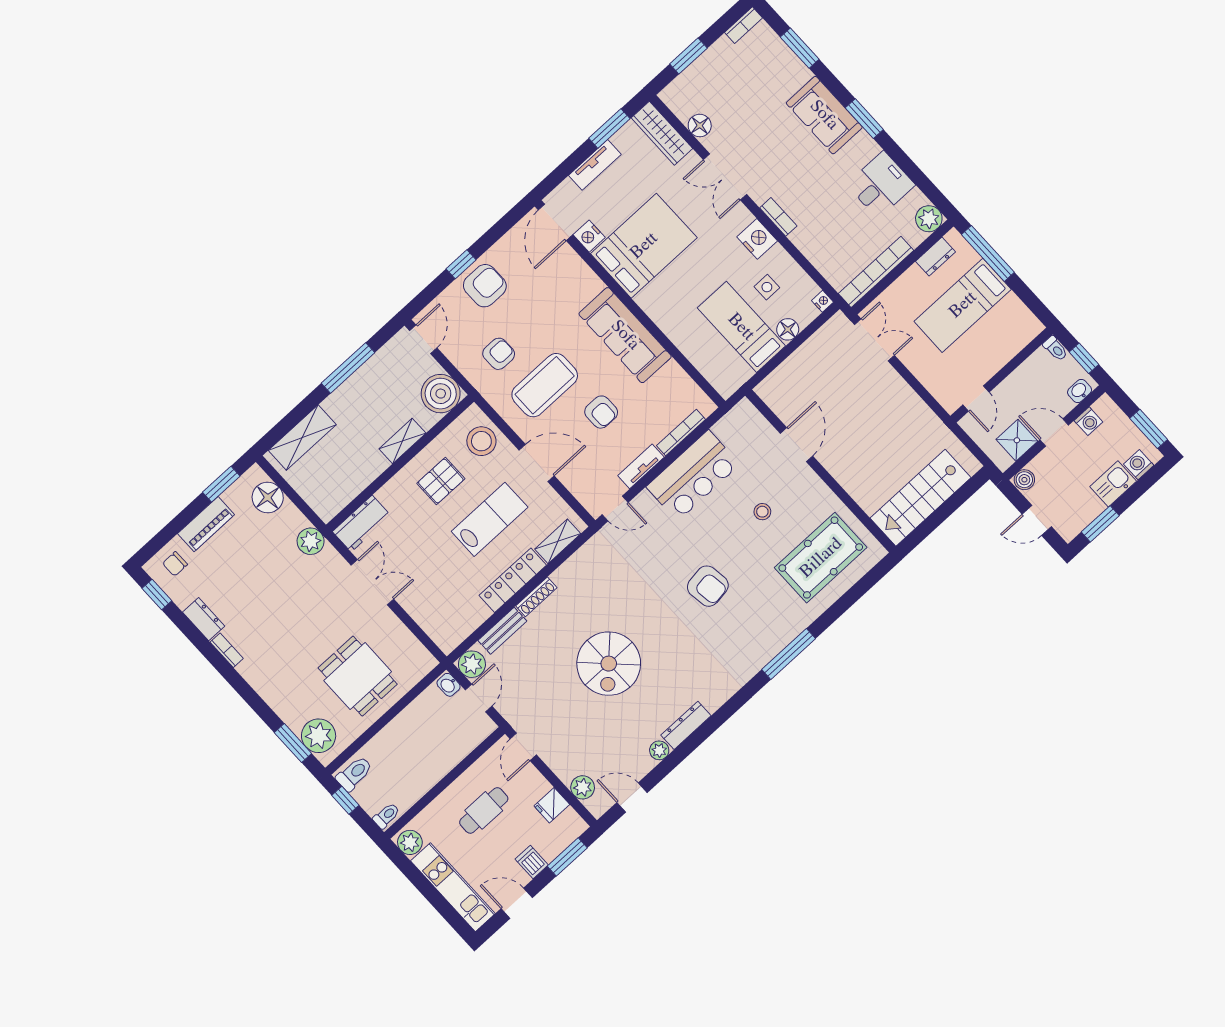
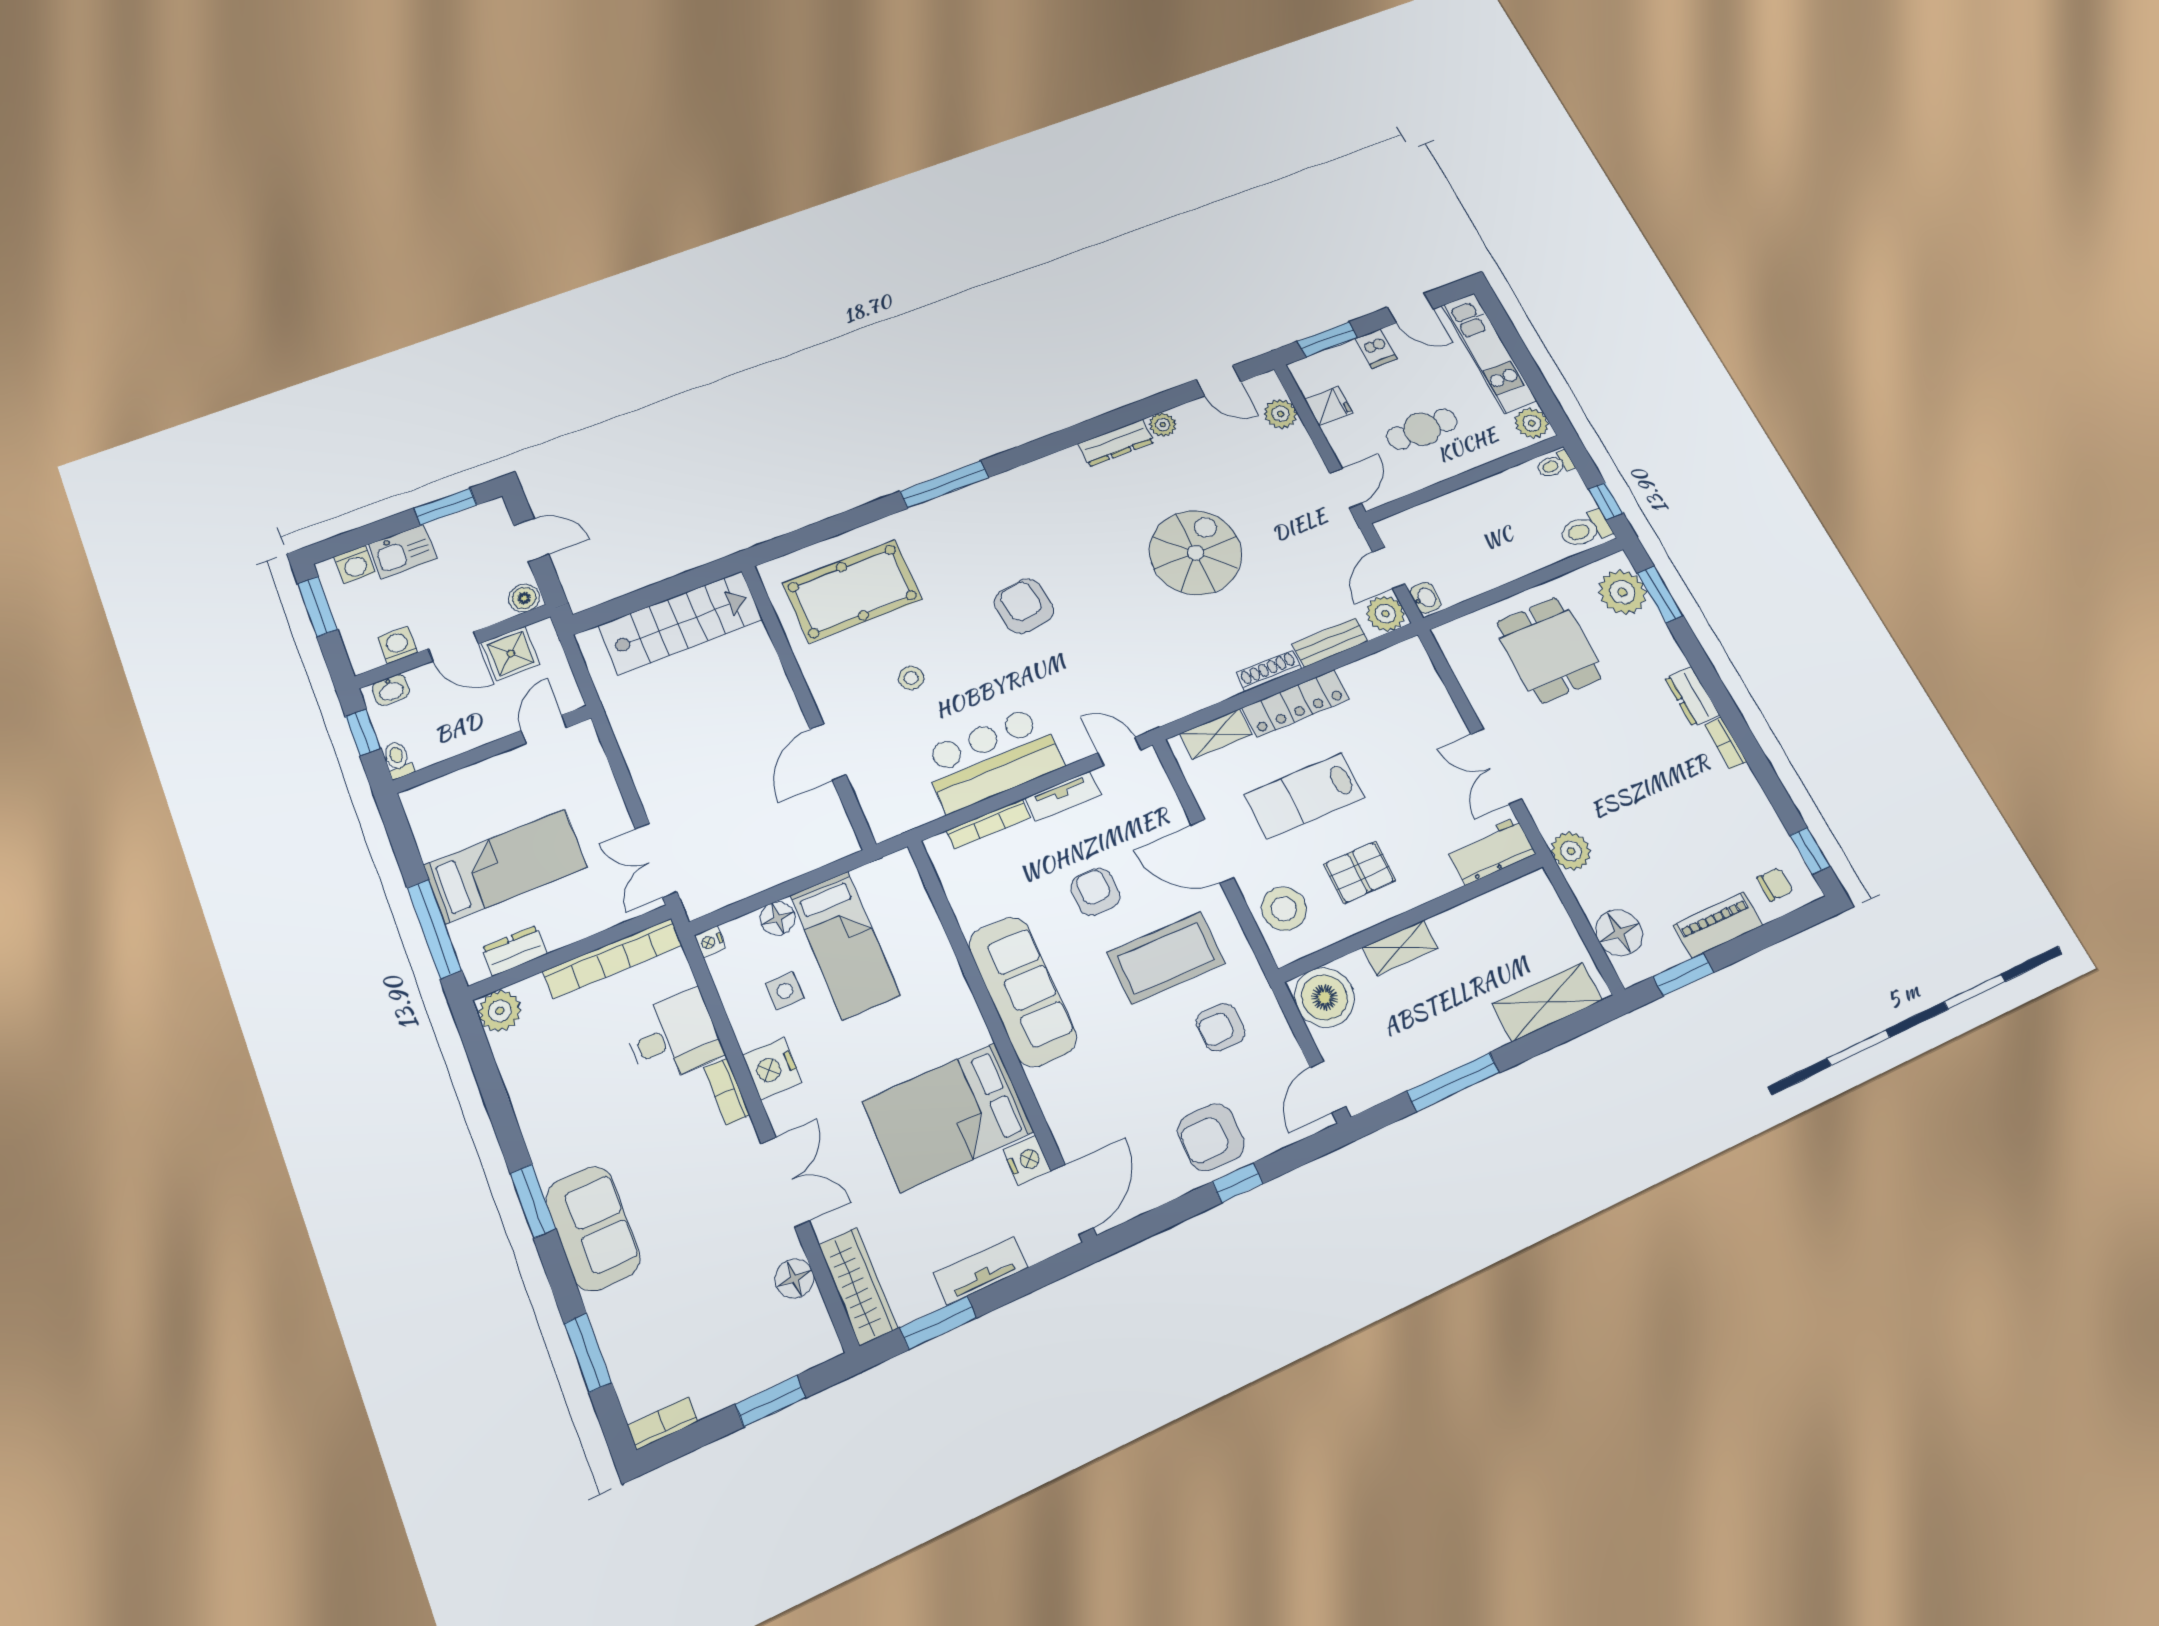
desk: (881, 185) -> (673, 1037), moved, turned 180
dresser: (204, 619) -> (1692, 696), moved

